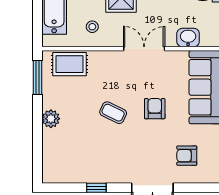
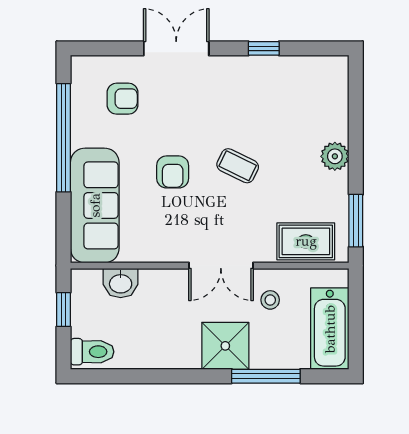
double door: (144, 49) -> (221, 266), moved

